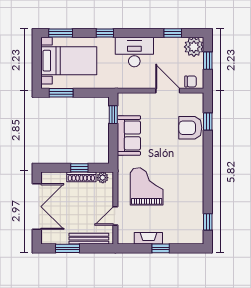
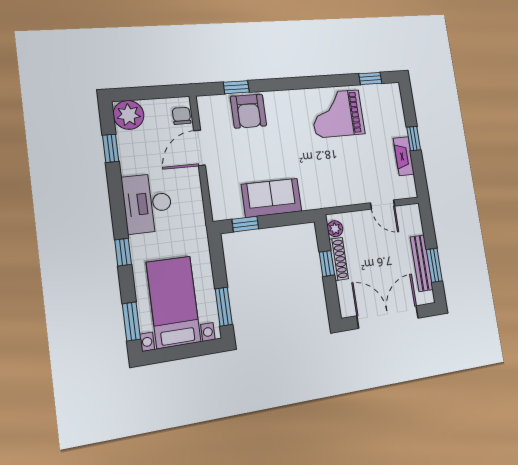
window: (208, 61) -> (147, 93), removed
grand piano: (147, 186) -> (337, 114), moved
bench: (89, 239) -> (422, 263), moved

